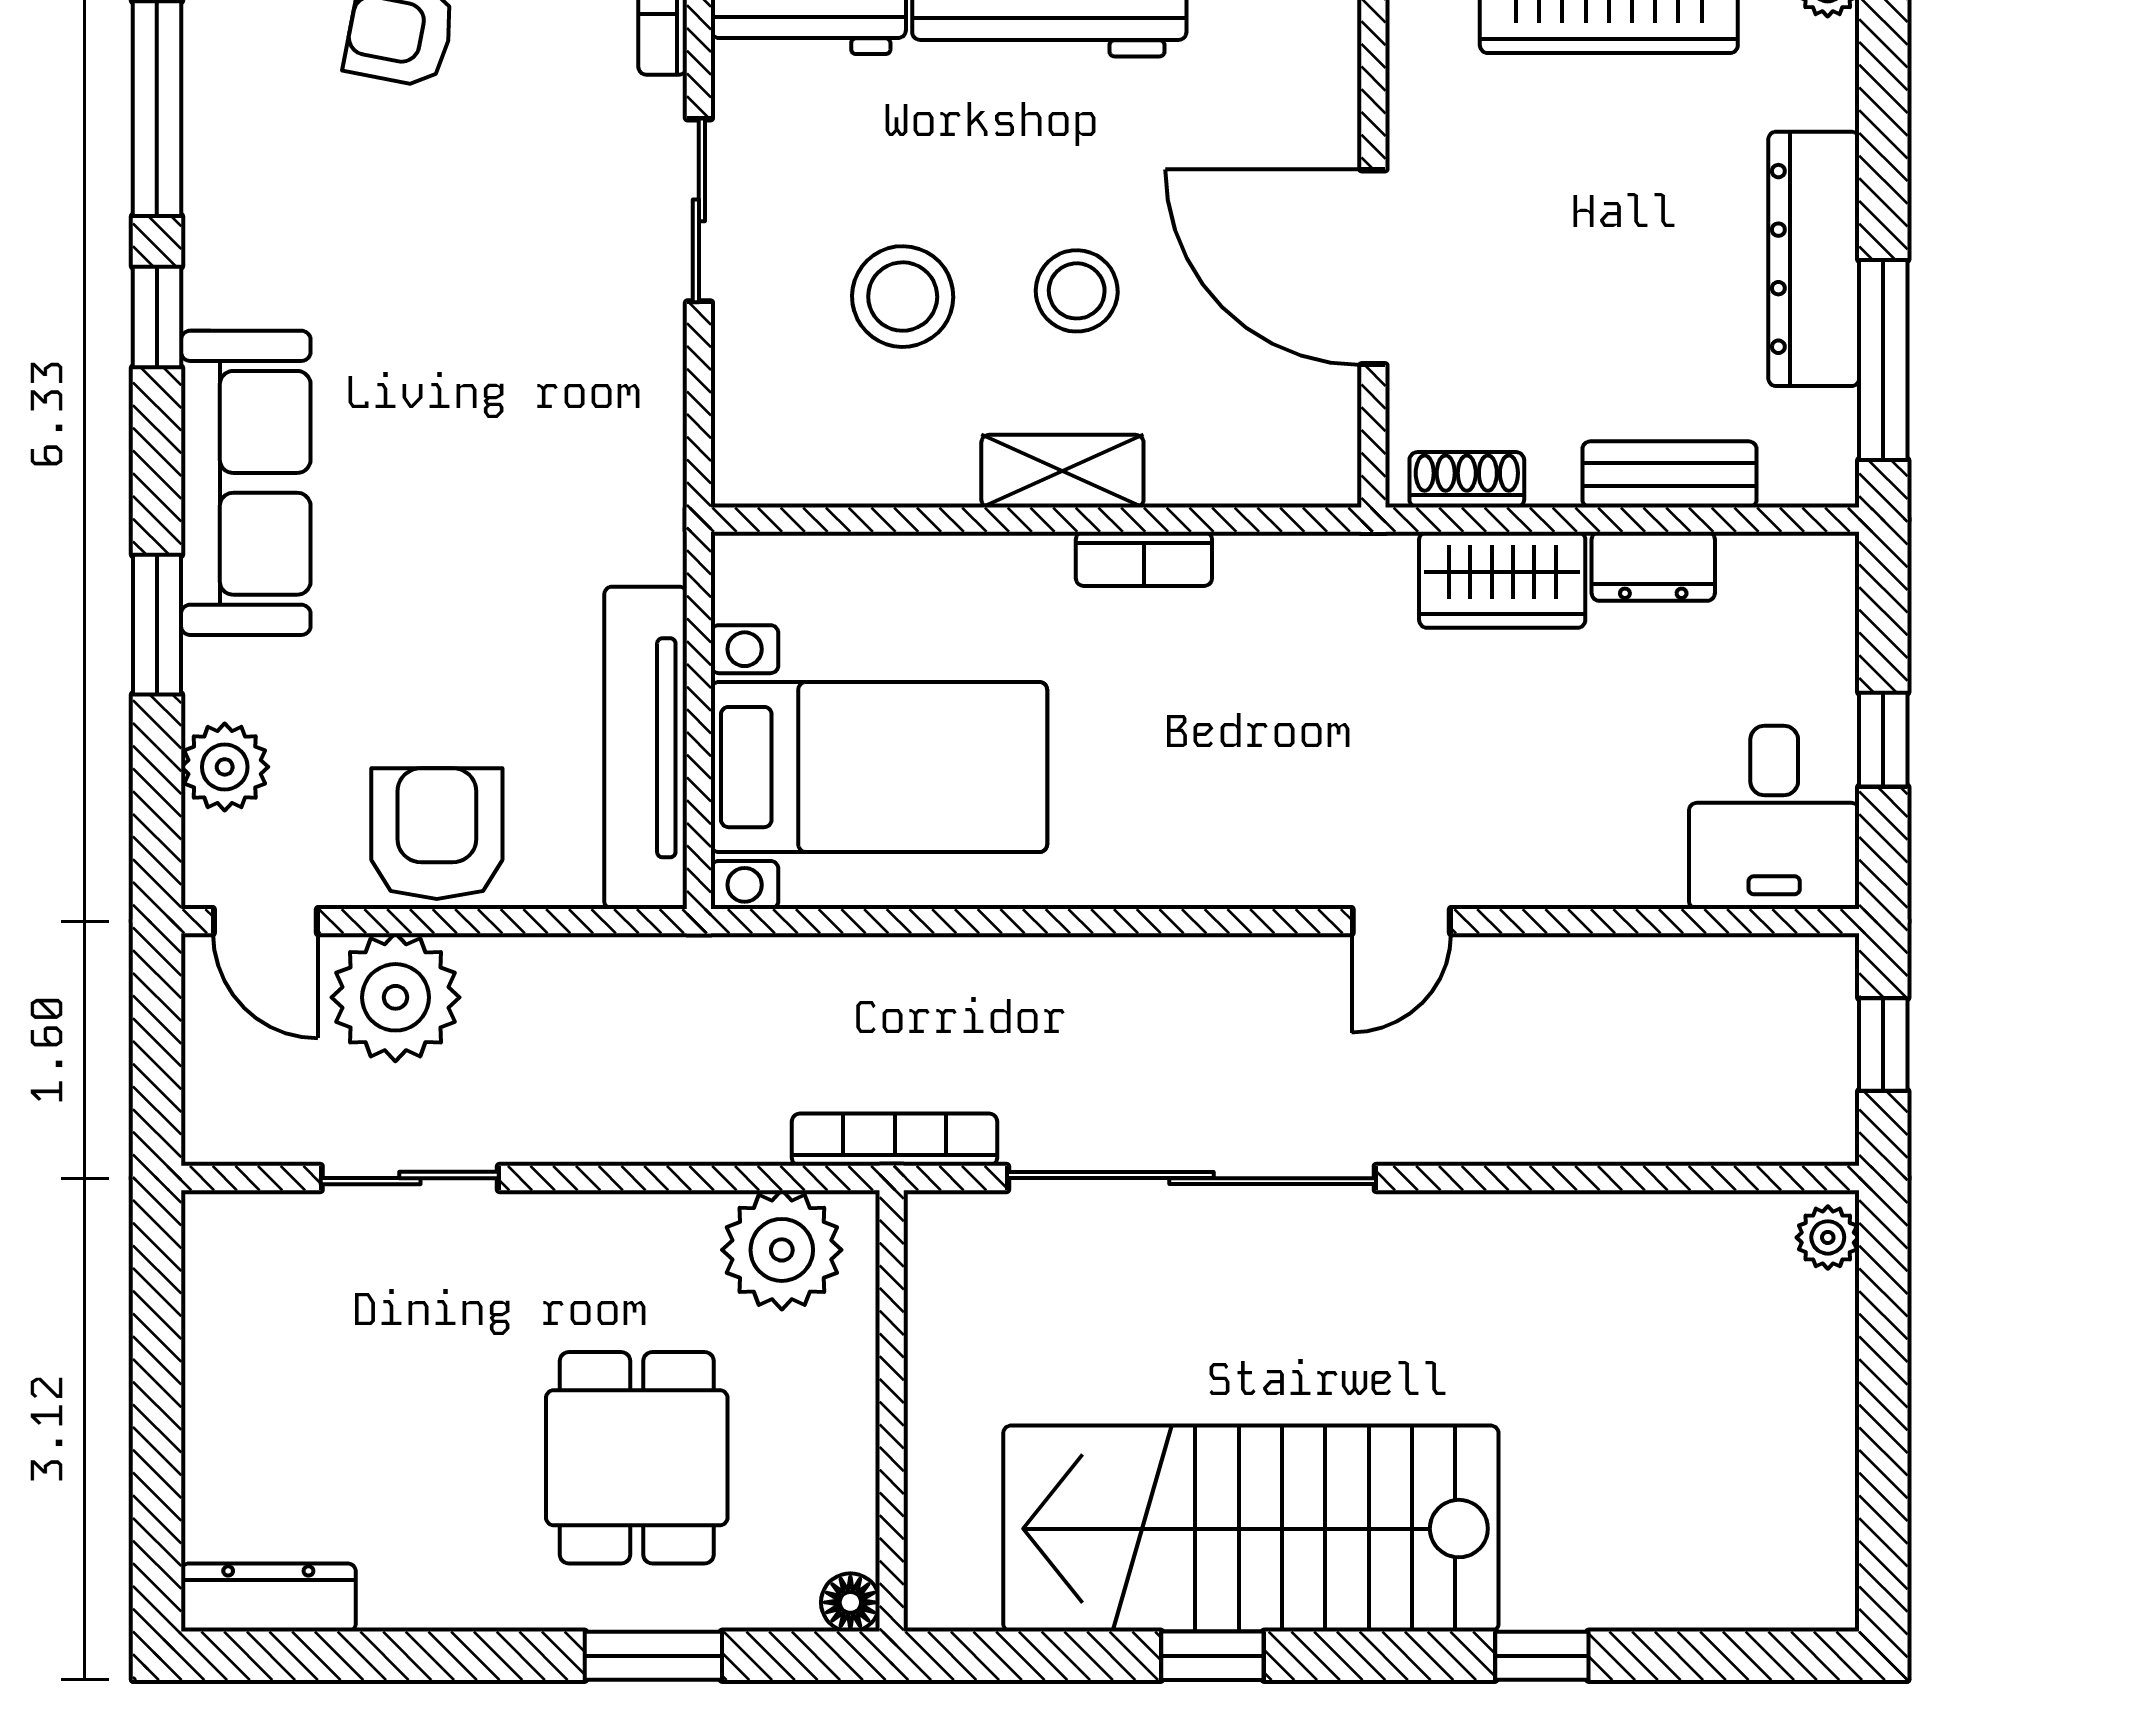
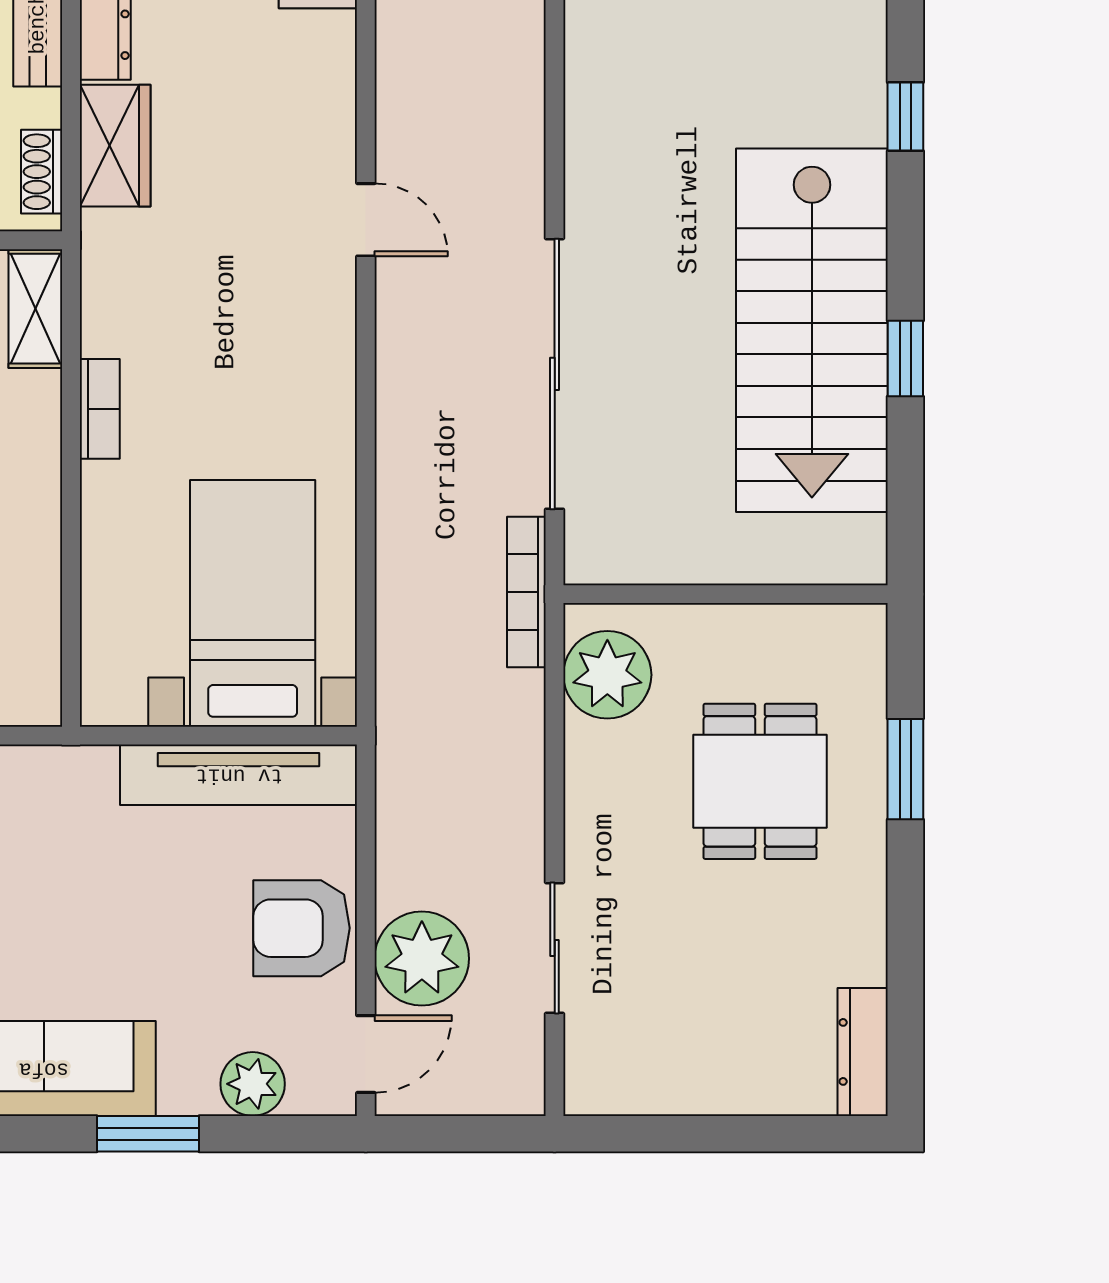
shelving: (1062, 471) -> (35, 309), moved
dining table: (637, 1458) -> (760, 781), turned 90
floor lamp: (850, 1602) -> (866, 624), removed

